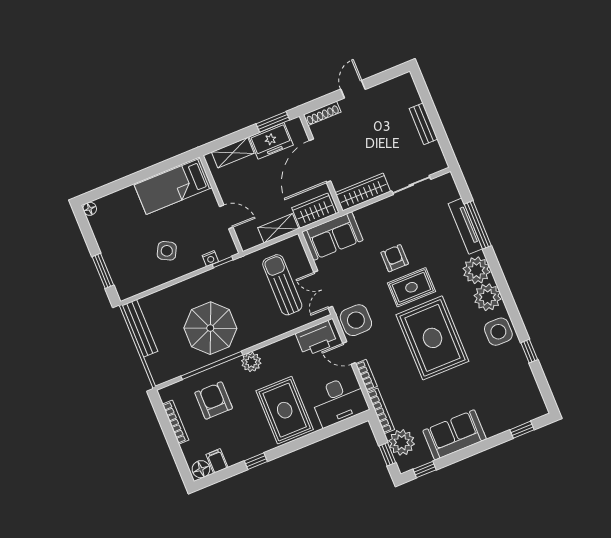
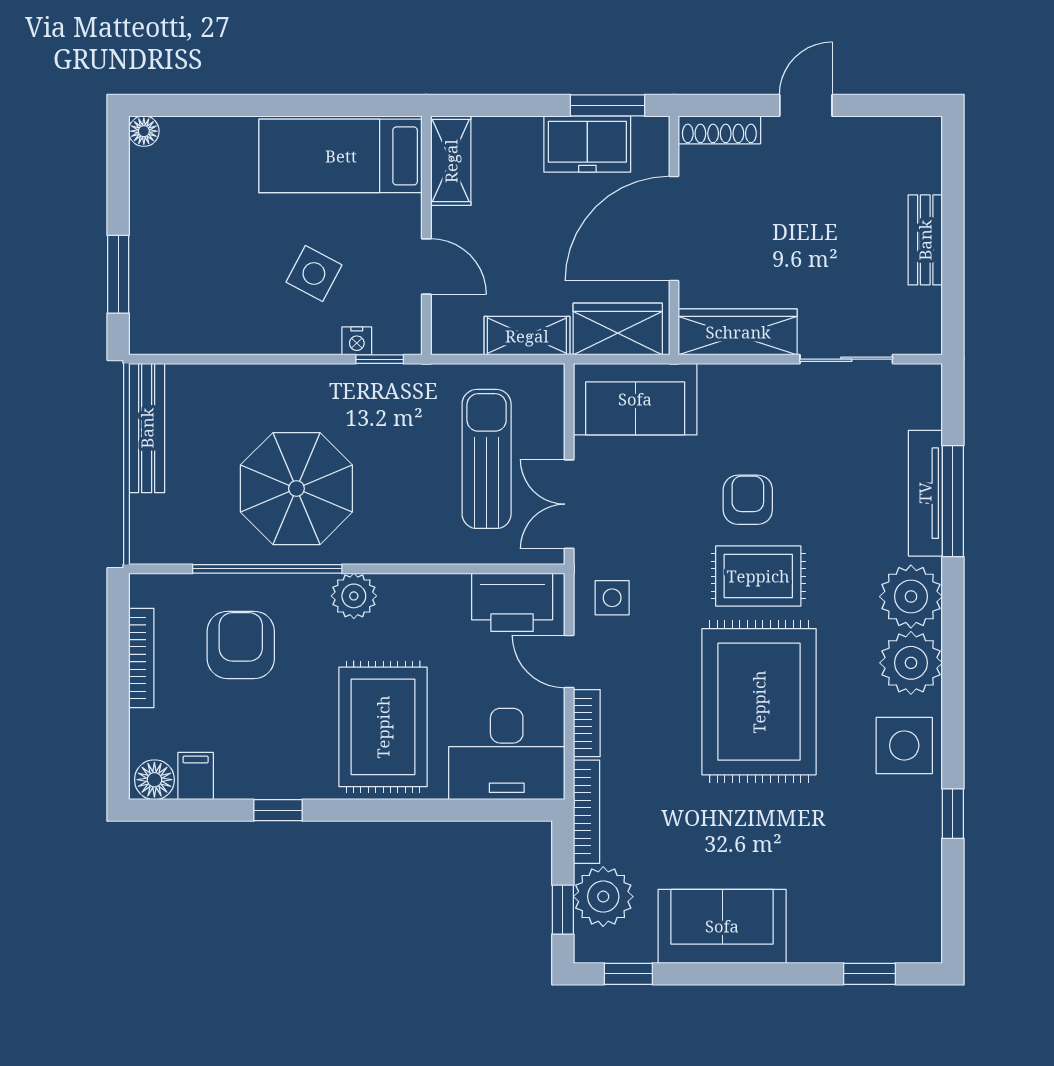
shelving: (233, 153) -> (451, 161), moved, turned 90
side table: (167, 251) -> (314, 274), moved
side table: (356, 320) -> (612, 598), width x0.54, depth x0.54

